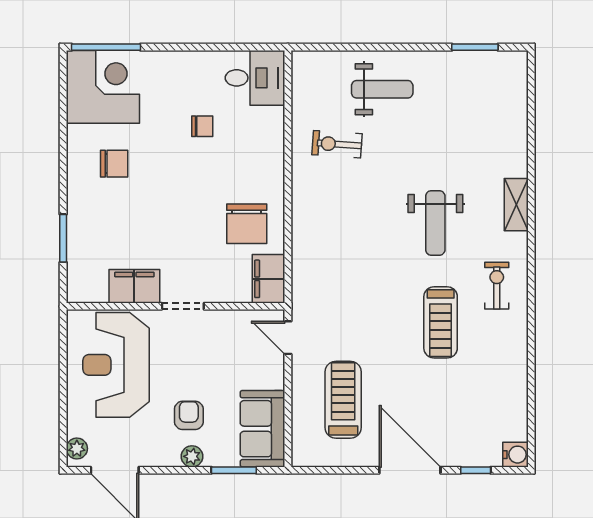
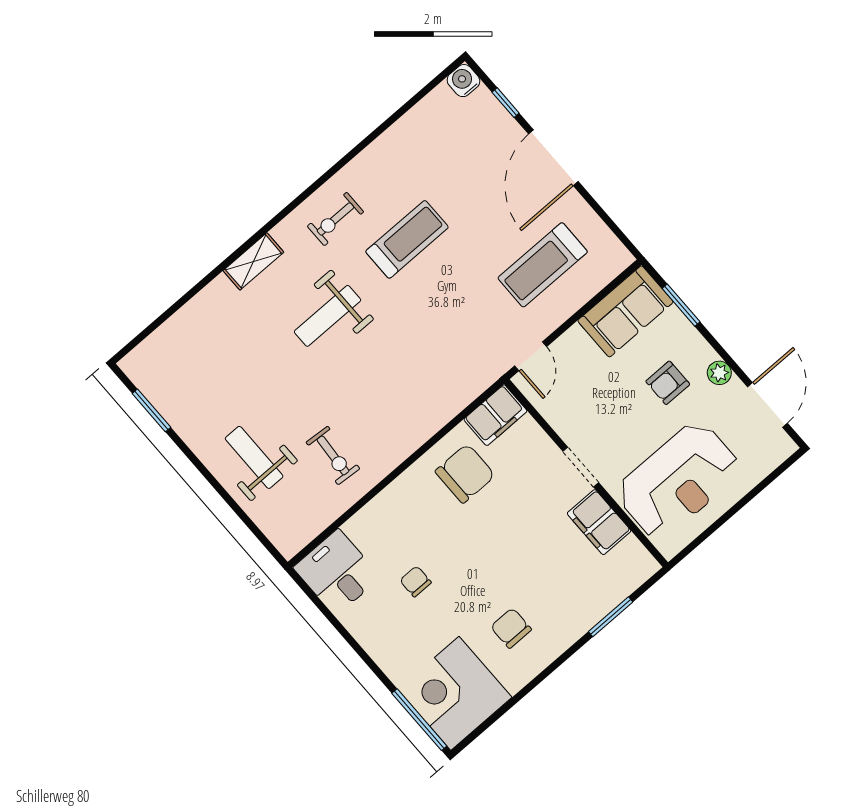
weight bench: (435, 223) -> (328, 316), turned 180
plant: (77, 449) -> (777, 453), removed
plant: (192, 456) -> (719, 373), moved

